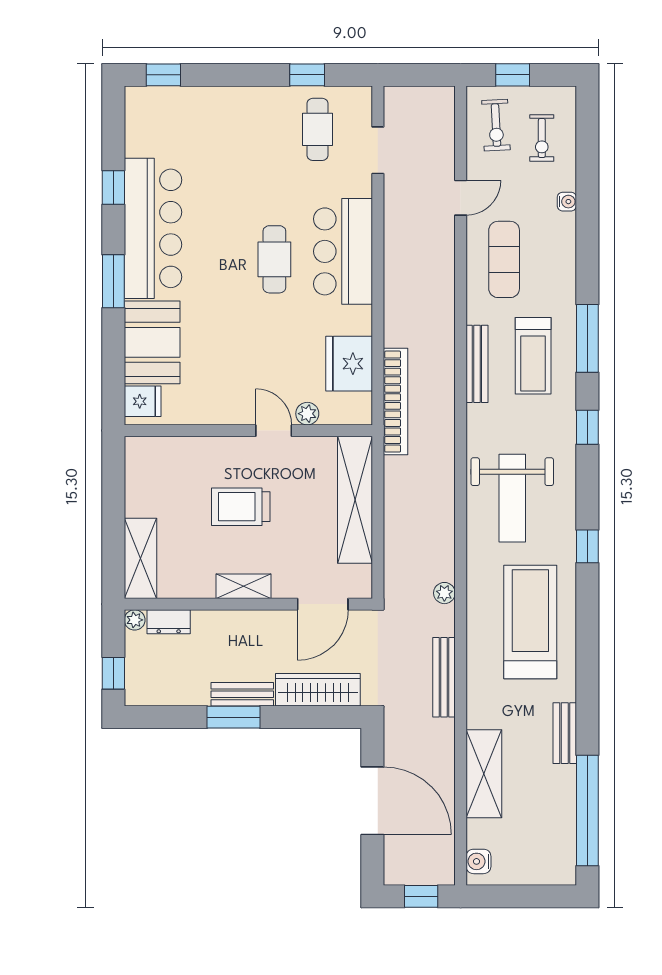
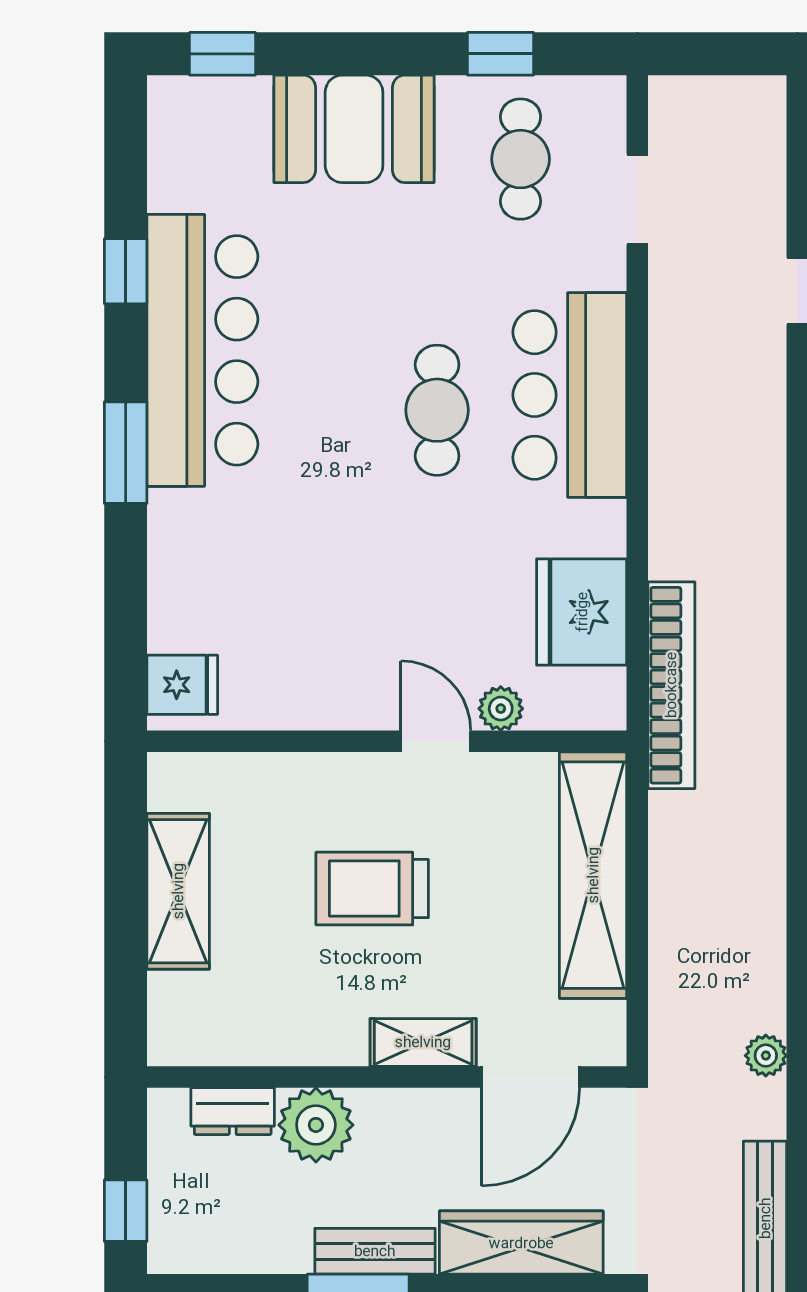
booth: (152, 342) -> (354, 129), moved, turned 90
shelving: (140, 558) -> (178, 891), moved
shelving: (243, 586) -> (423, 1042), moved
plant: (135, 620) -> (316, 1125), moved, width x1.88, depth x1.88

